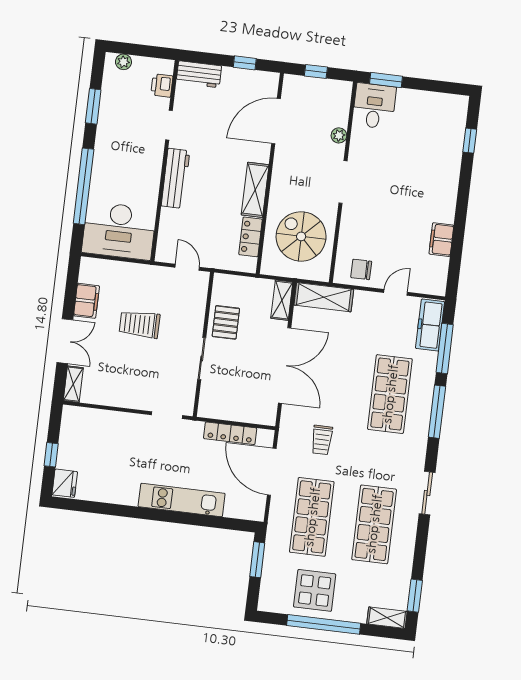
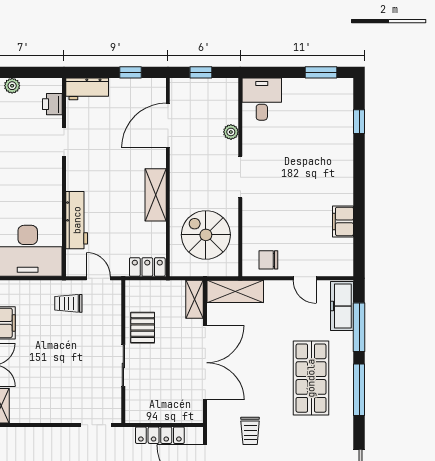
window: (386, 80) -> (321, 72), moved
workbench: (176, 178) -> (77, 220), moved
locker: (250, 237) -> (147, 267), moved, turned 90
door: (396, 292) -> (305, 278), swing flipped
trolley: (140, 324) -> (68, 303), moved, width x0.73, depth x0.72

